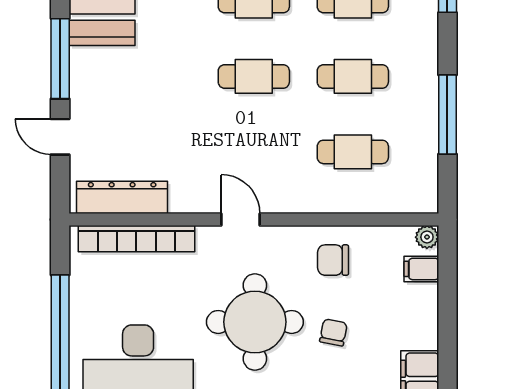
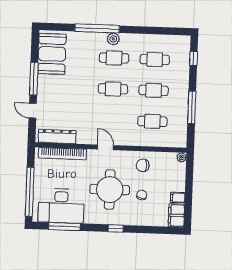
filing cabinet: (421, 269) -> (178, 198), moved

